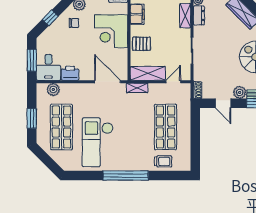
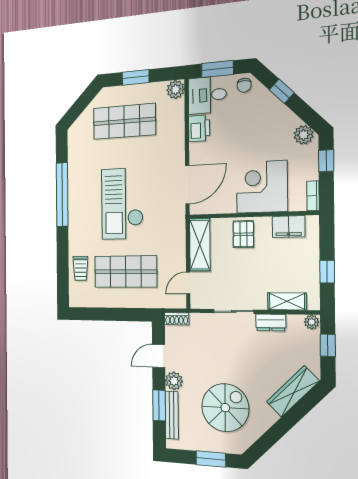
dresser: (199, 15) -> (271, 322), moved
chair: (74, 23) -> (244, 85), moved
door: (173, 82) -> (188, 283), swing flipped
shelving: (137, 88) -> (179, 229), removed
plant: (53, 89) -> (176, 89), moved
checkout: (98, 142) -> (122, 204), moved, turned -90
window: (126, 175) -> (62, 195), moved

